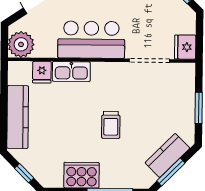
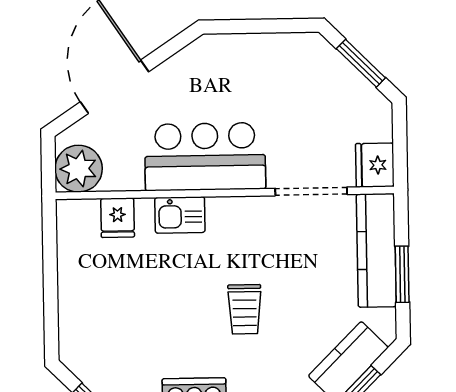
kitchen sink: (71, 72) -> (180, 215), width x0.73
kitchen counter: (18, 117) -> (376, 250), moved, turned 180

